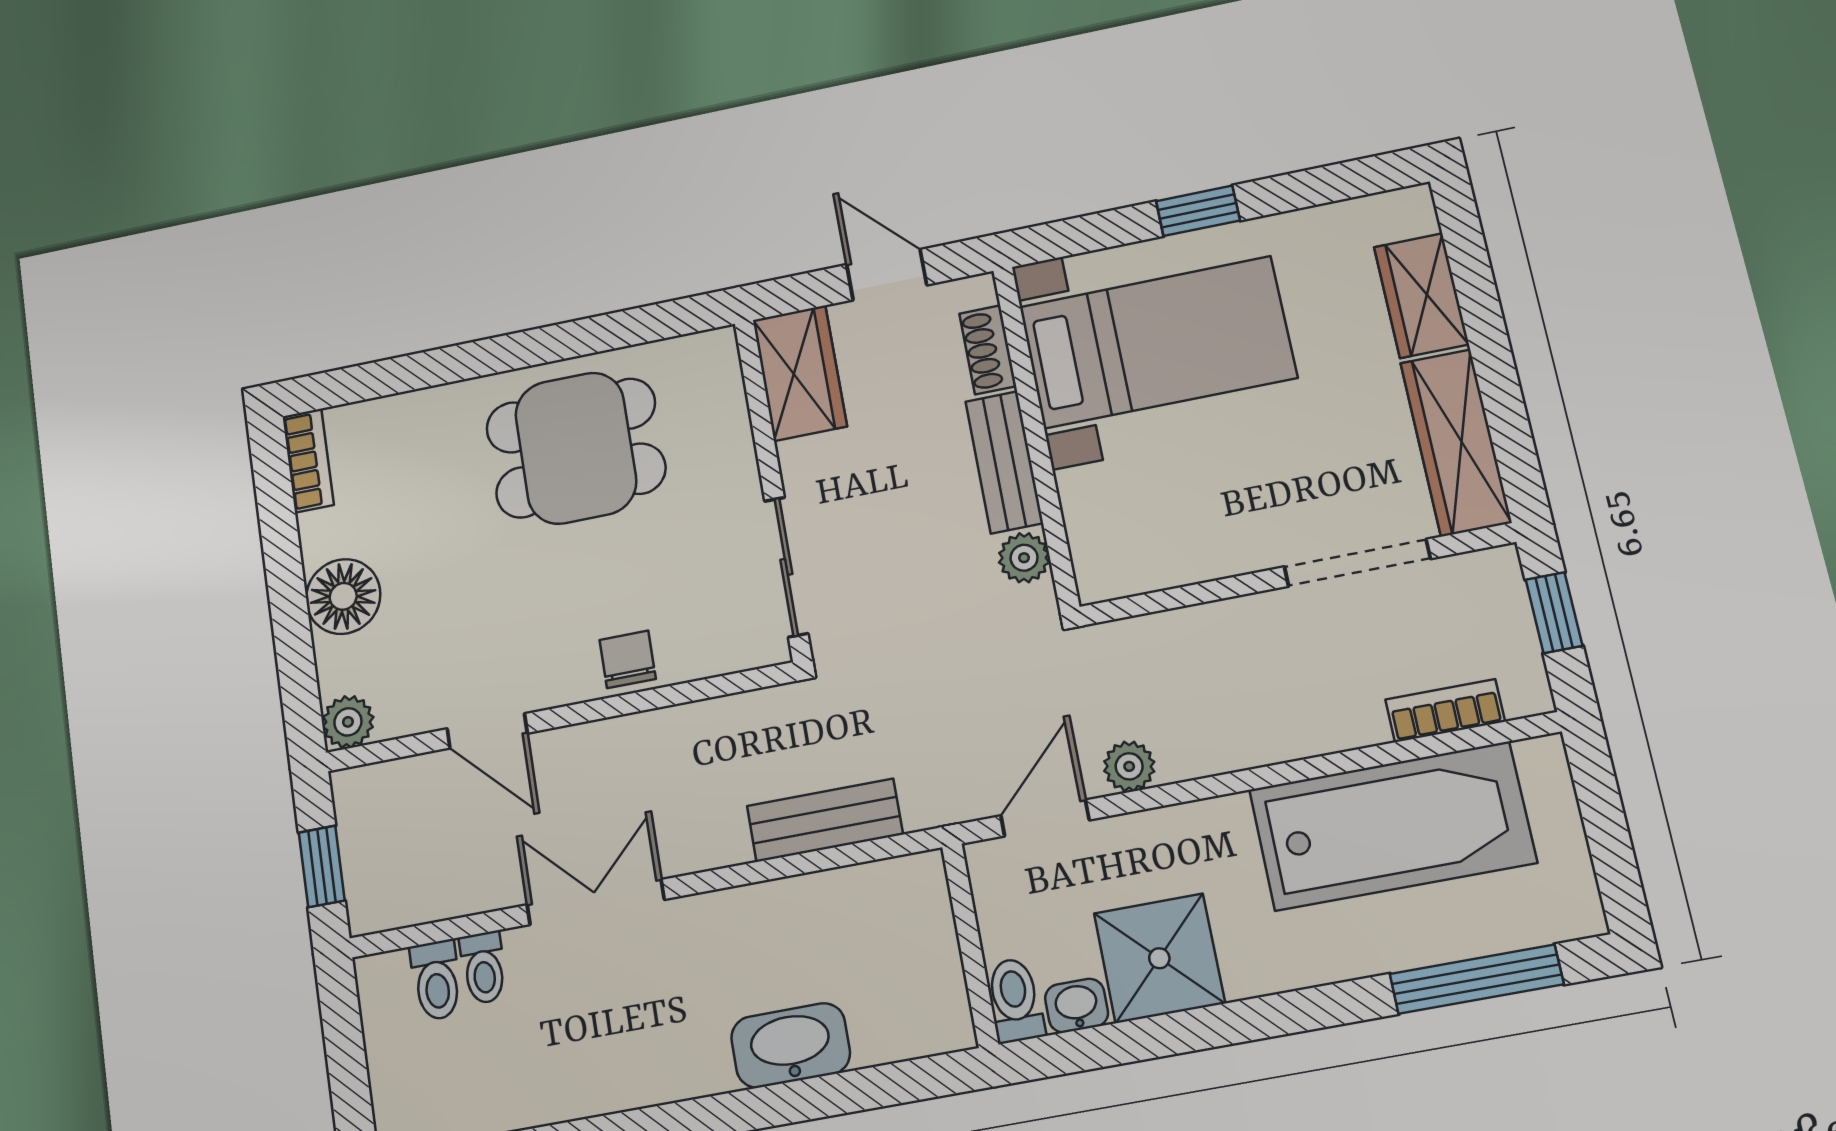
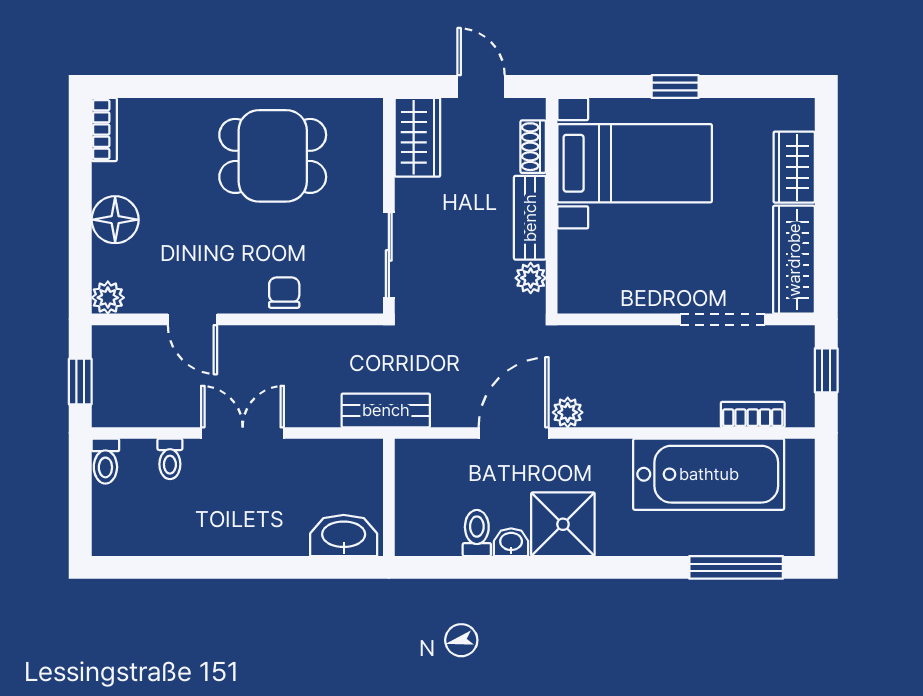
door: (1045, 818) -> (514, 433), width x1.38
wall: (970, 945) -> (389, 497), moved
toilet: (436, 980) -> (105, 461), moved

